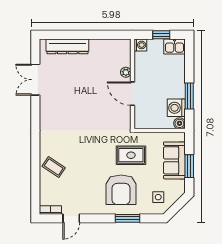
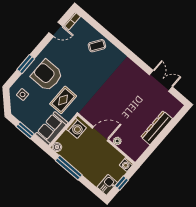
dresser: (67, 46) -> (157, 128), moved
window: (189, 96) -> (69, 168), width x1.44
washing machine: (176, 108) -> (76, 128), moved, turned 90
sofa: (174, 160) -> (52, 128), moved, turned -90
door: (71, 218) -> (56, 29), swing flipped

